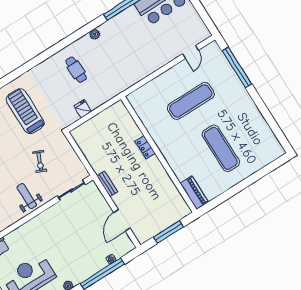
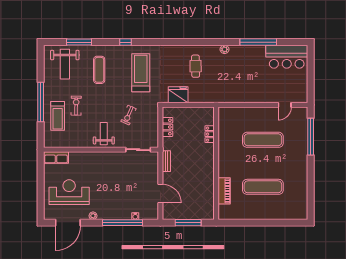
fridge: (83, 109) -> (178, 95), width x1.88, depth x1.34
locker: (145, 147) -> (210, 134), moved
exercise mat: (221, 148) -> (263, 187), turned 90
locker: (87, 149) -> (168, 127), added
piano: (194, 193) -> (224, 191), moved
door: (122, 220) -> (160, 194), swing flipped

